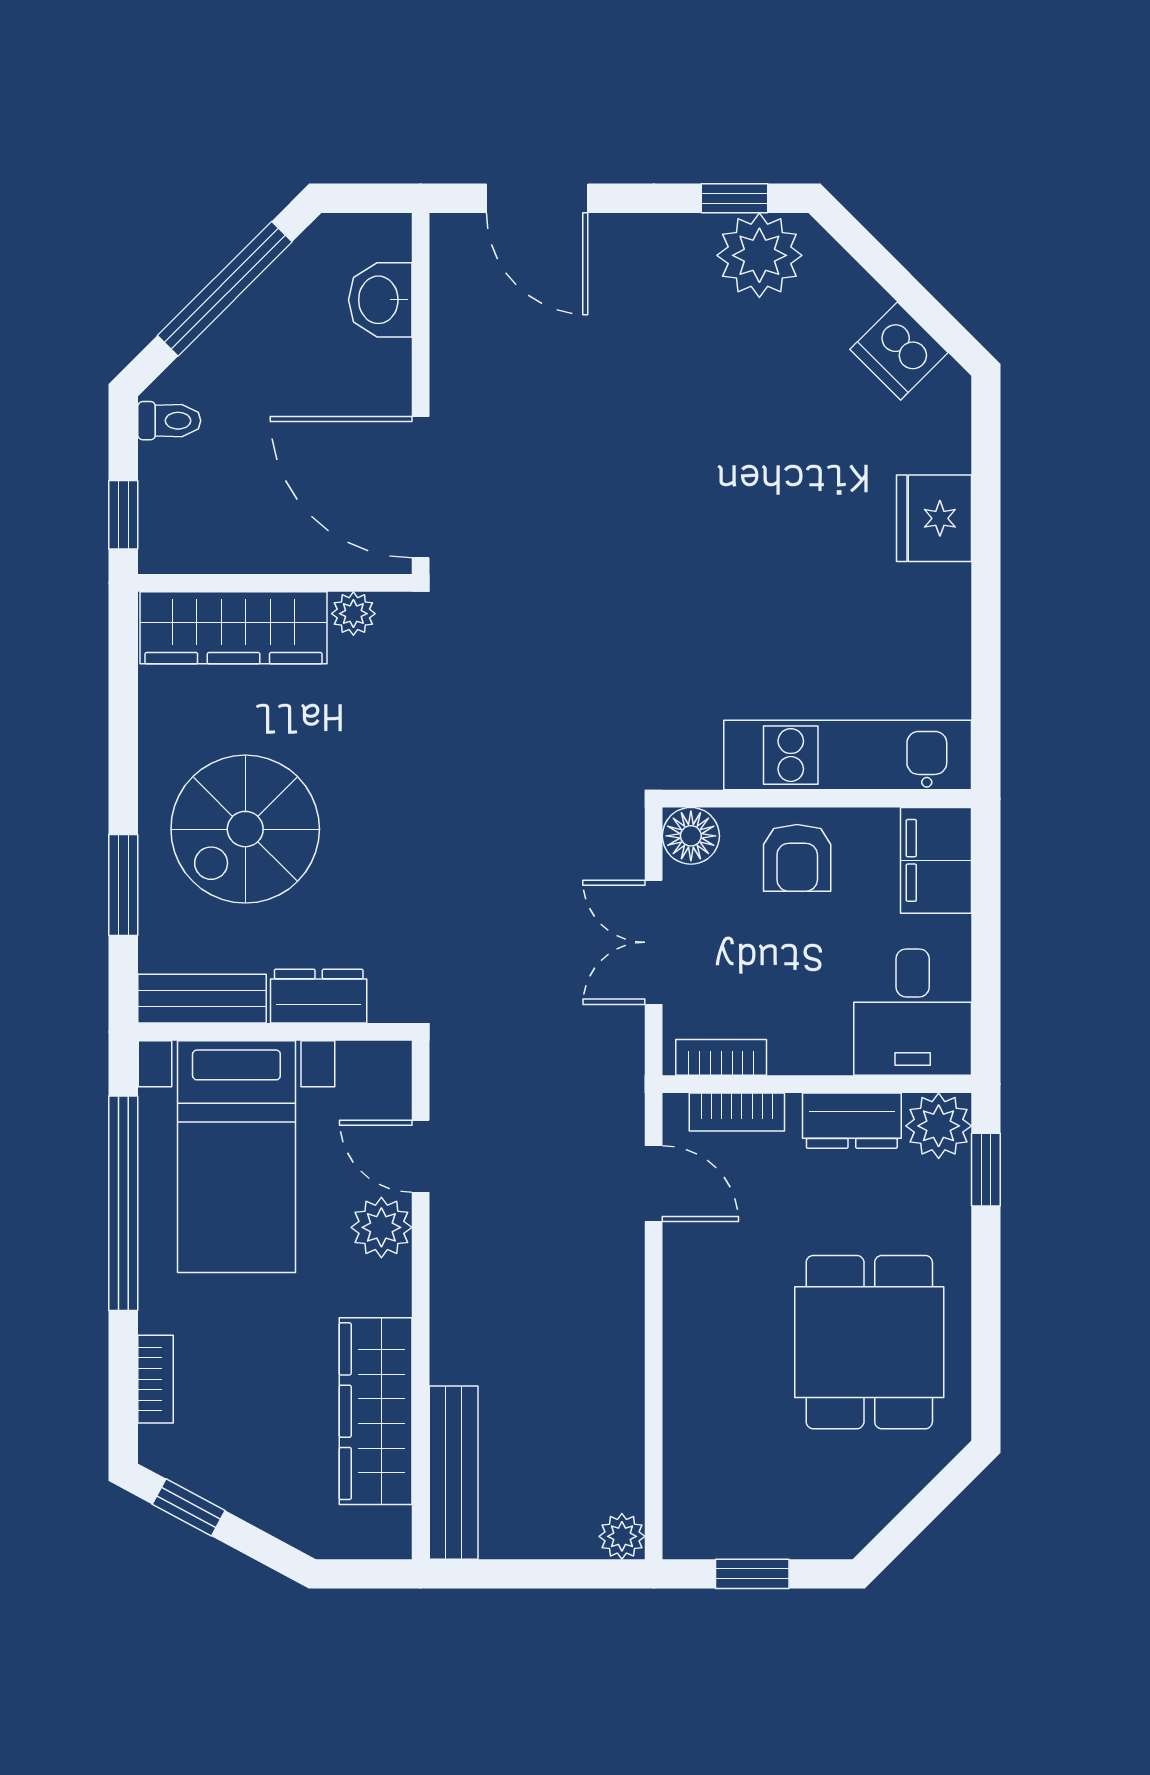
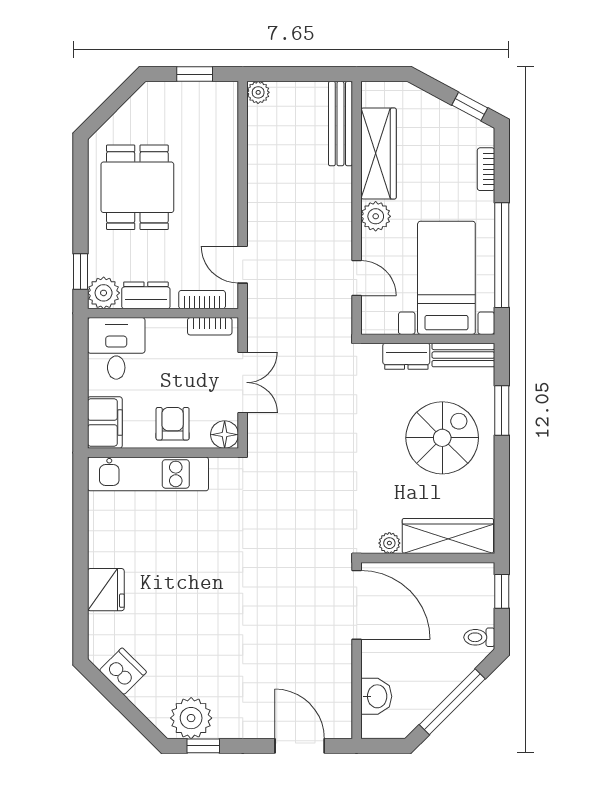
plant: (381, 1227) -> (376, 216), moved

